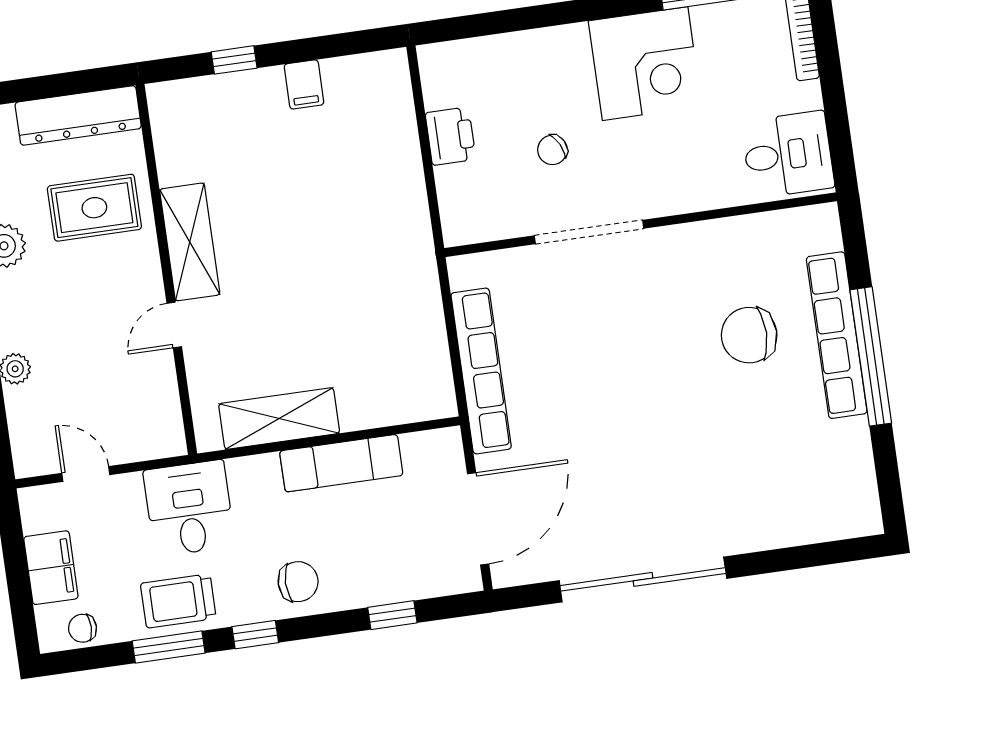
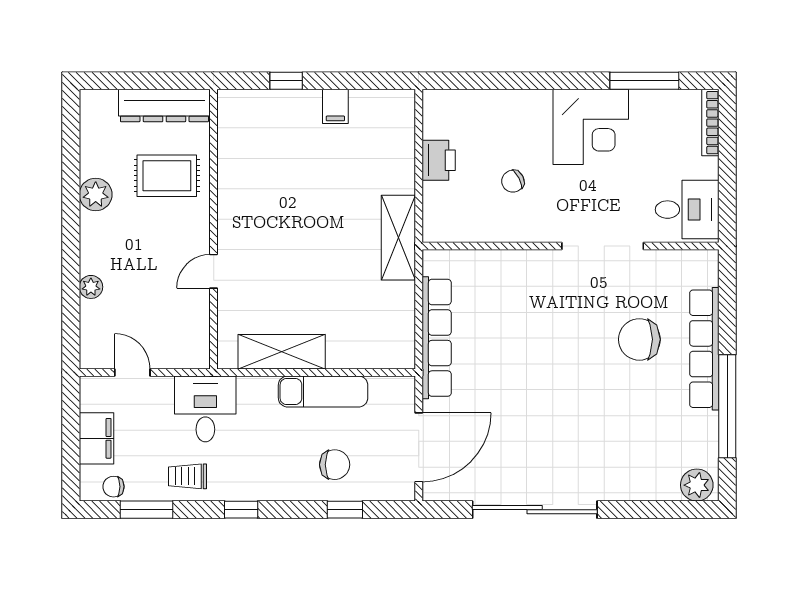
doorway: (589, 232) -> (603, 246), moved
shelving: (190, 242) -> (398, 238), moved
window: (871, 356) -> (727, 406), moved
plant: (852, 516) -> (697, 485), added
chair: (298, 582) -> (335, 465), moved
trolley: (178, 601) -> (187, 476), width x0.73, depth x0.72
window: (169, 647) -> (147, 510), moved

